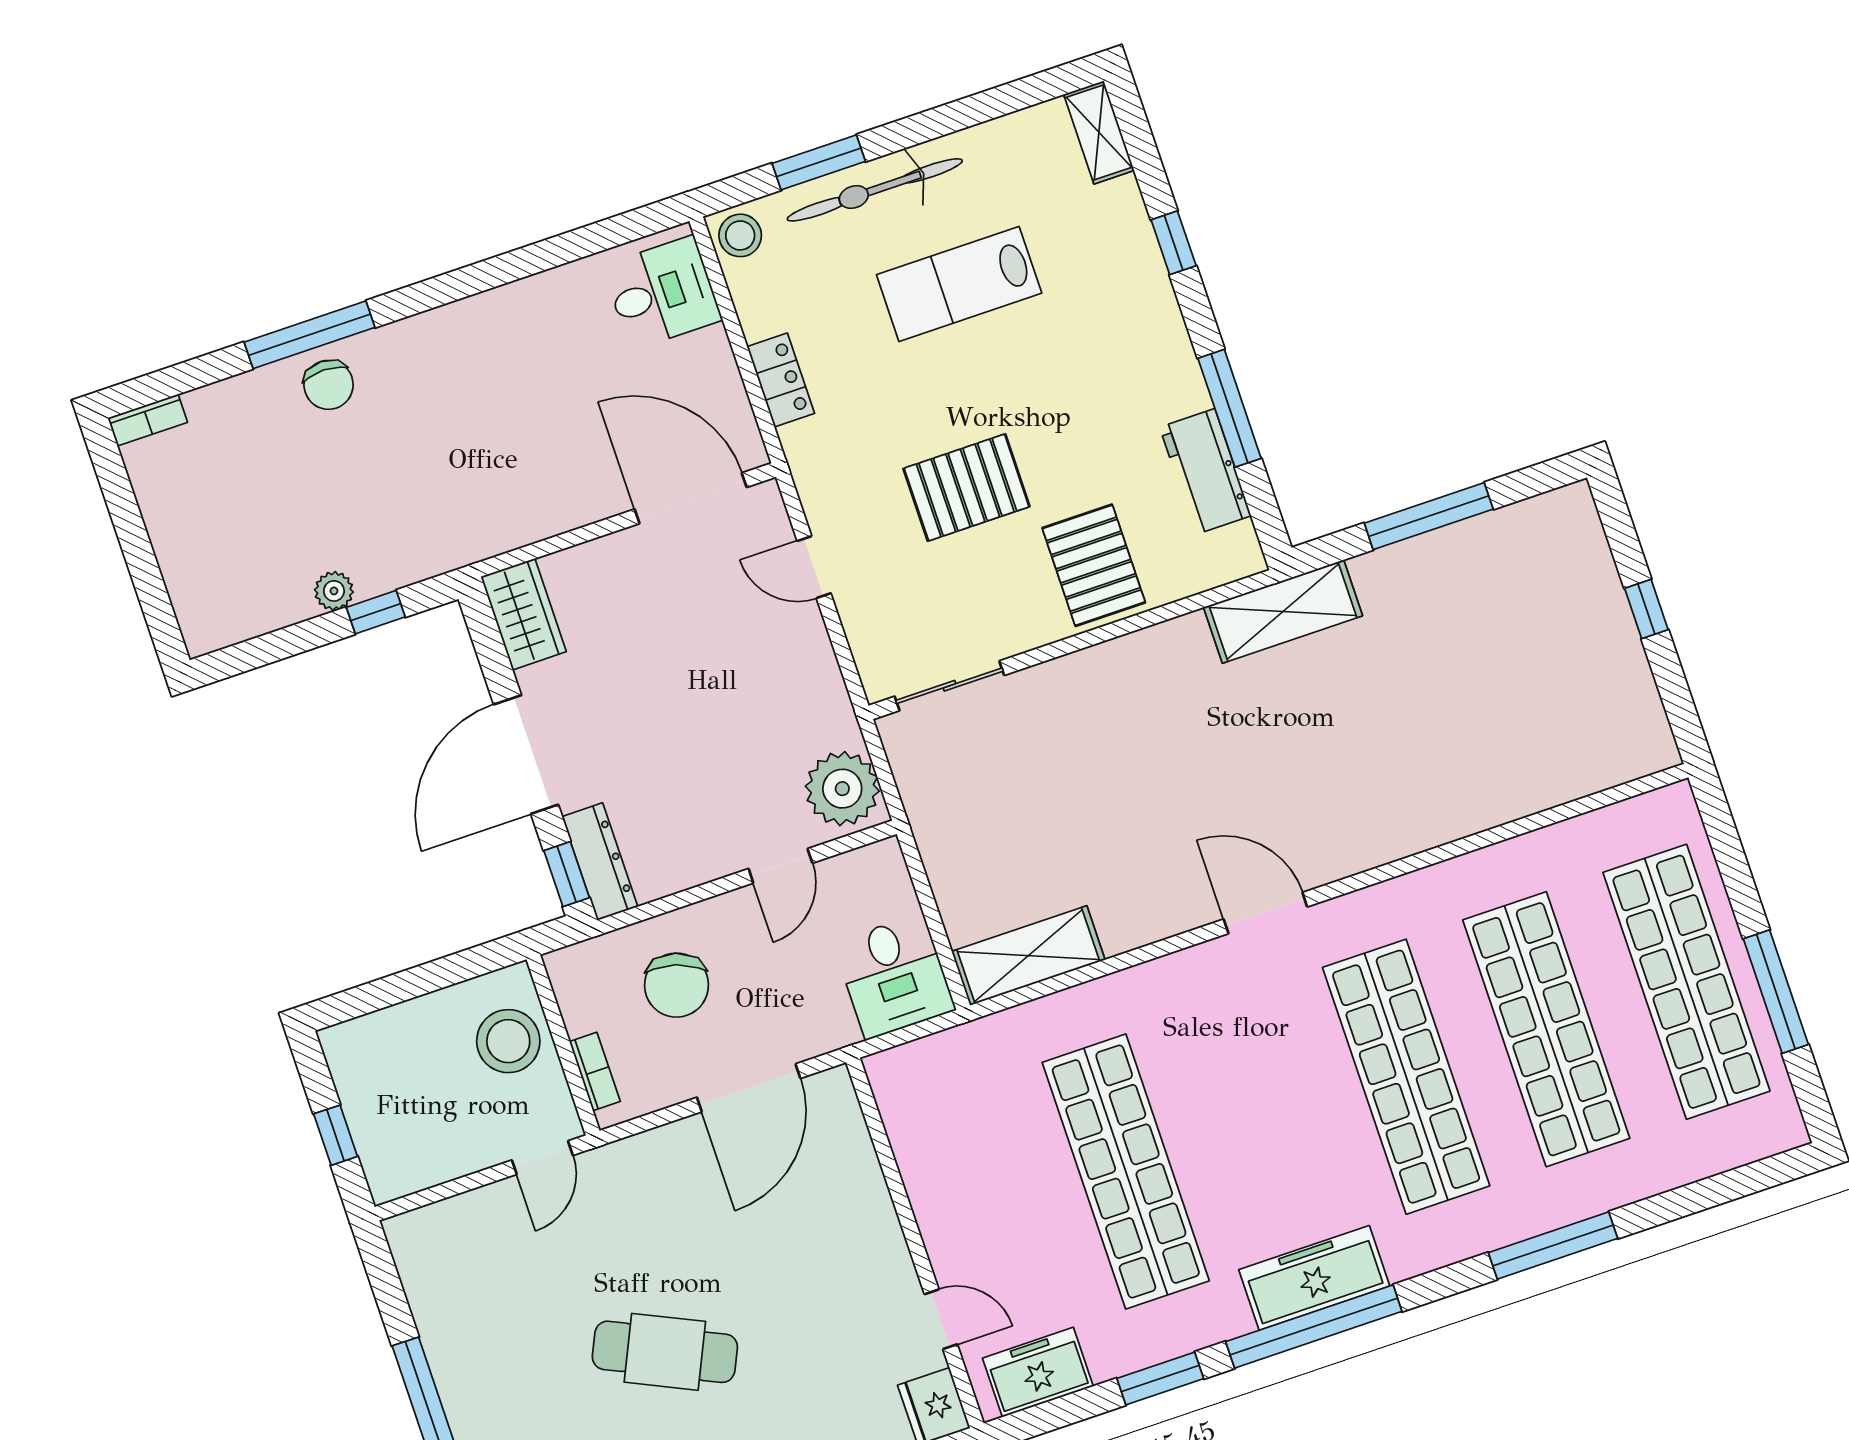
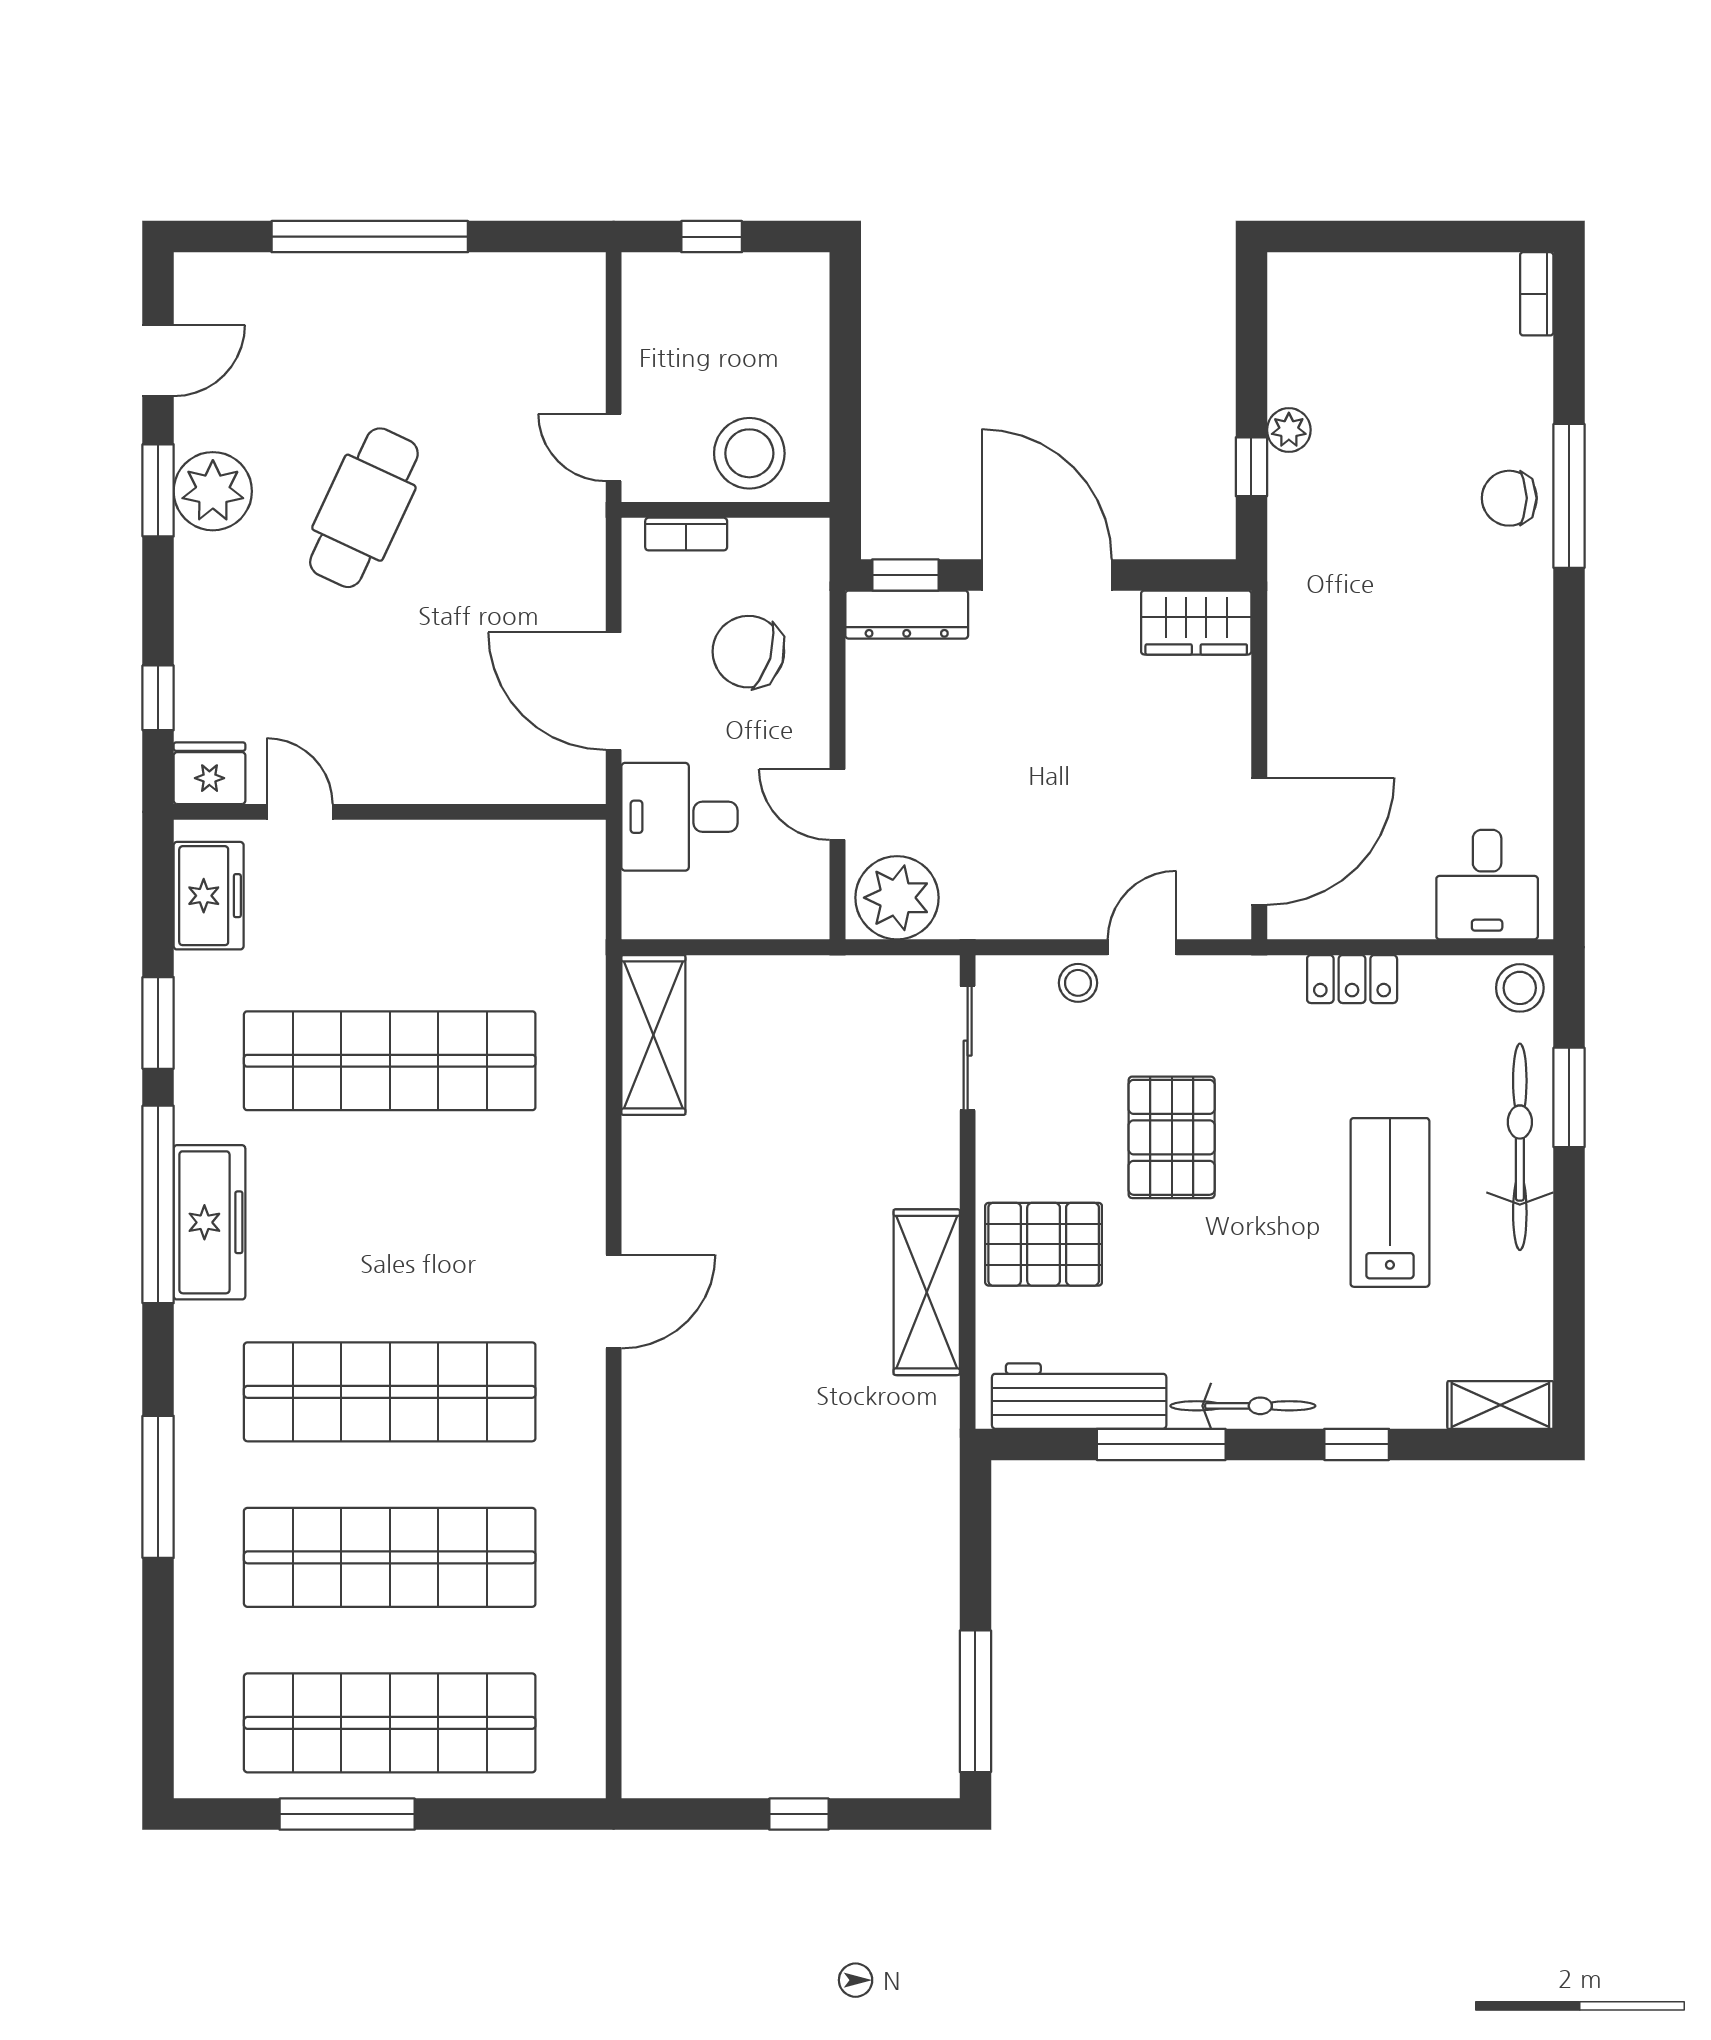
bicycle: (1173, 350) -> (1243, 1406), added
workbench: (1205, 472) -> (1079, 1396), width x1.37
window: (1429, 516) -> (975, 1701), moved
stool: (863, 611) -> (1078, 983), added
shelving: (1283, 612) -> (927, 1292), moved
desk: (894, 976) -> (679, 817), moved
door: (941, 1319) -> (300, 812), swing flipped

